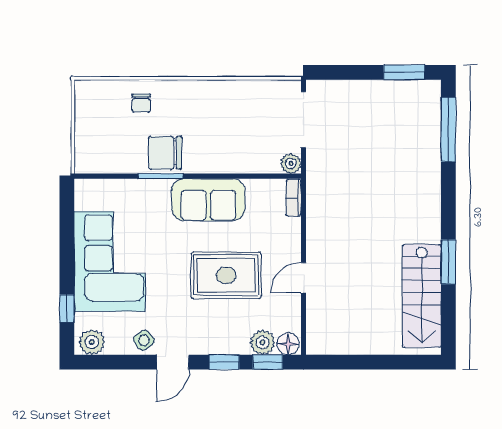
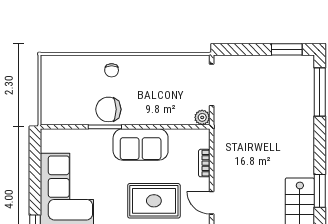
chair: (141, 103) -> (112, 70), moved
bookcase: (294, 198) -> (204, 163), moved
door: (303, 278) -> (212, 203), hinge flipped

